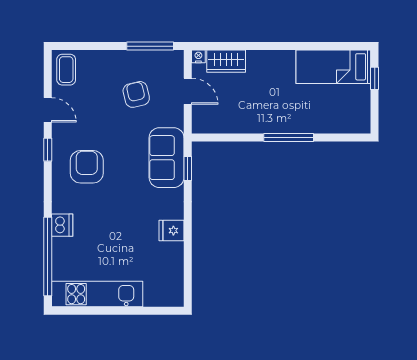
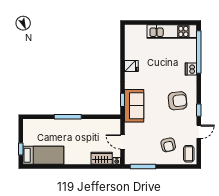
armchair: (136, 94) -> (168, 145), moved
door: (48, 110) -> (199, 132), swing flipped
armchair: (87, 167) -> (178, 101), turned -96

